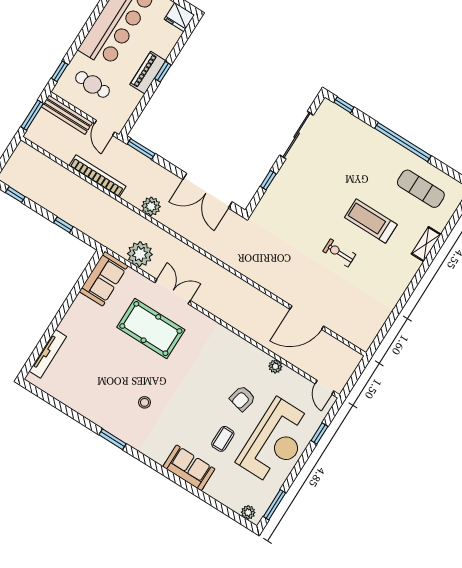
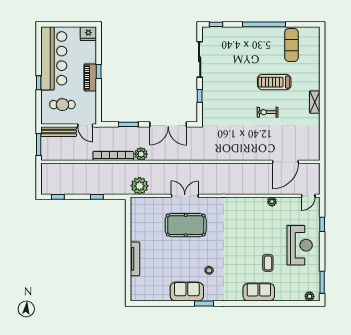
window: (60, 71) -> (39, 83), moved
window: (141, 149) -> (128, 124), moved
bookcase: (98, 176) -> (113, 156), moved
exercise mat: (421, 189) -> (291, 45), turned 90
shelving: (426, 244) -> (315, 102), moved
plant: (140, 254) -> (140, 186), moved
sofa: (104, 279) -> (187, 292), moved, turned -90
door: (307, 318) -> (285, 162), moved
tv unit: (48, 354) -> (135, 259), moved
door: (325, 387) -> (308, 196), hinge flipped
armchair: (242, 398) -> (265, 232), removed
reception desk: (276, 442) -> (300, 245), width x0.74, depth x0.77

